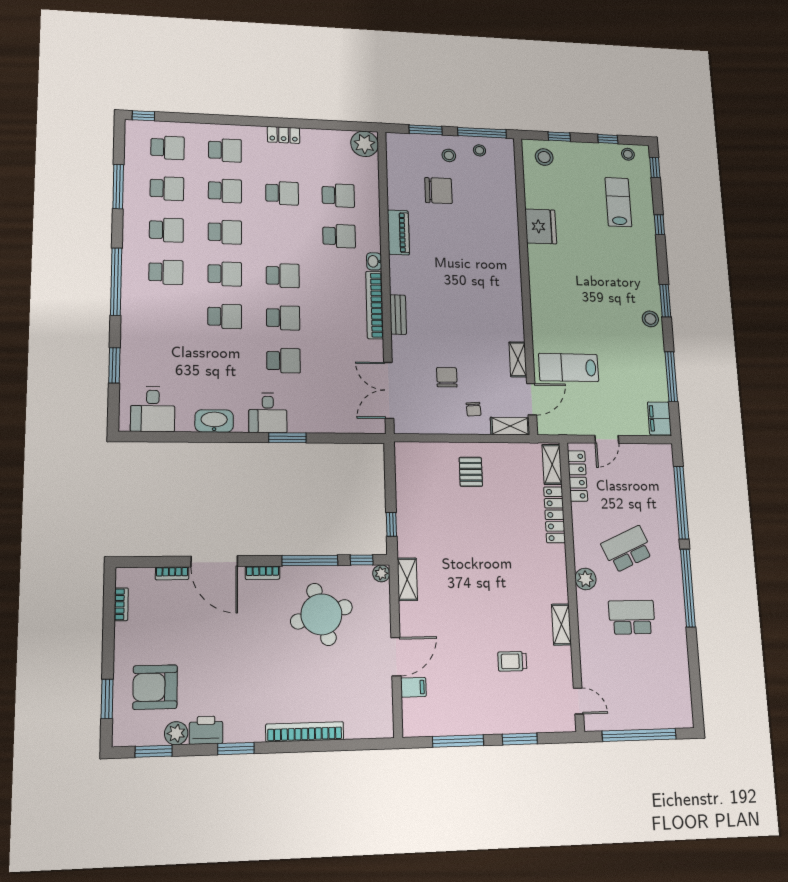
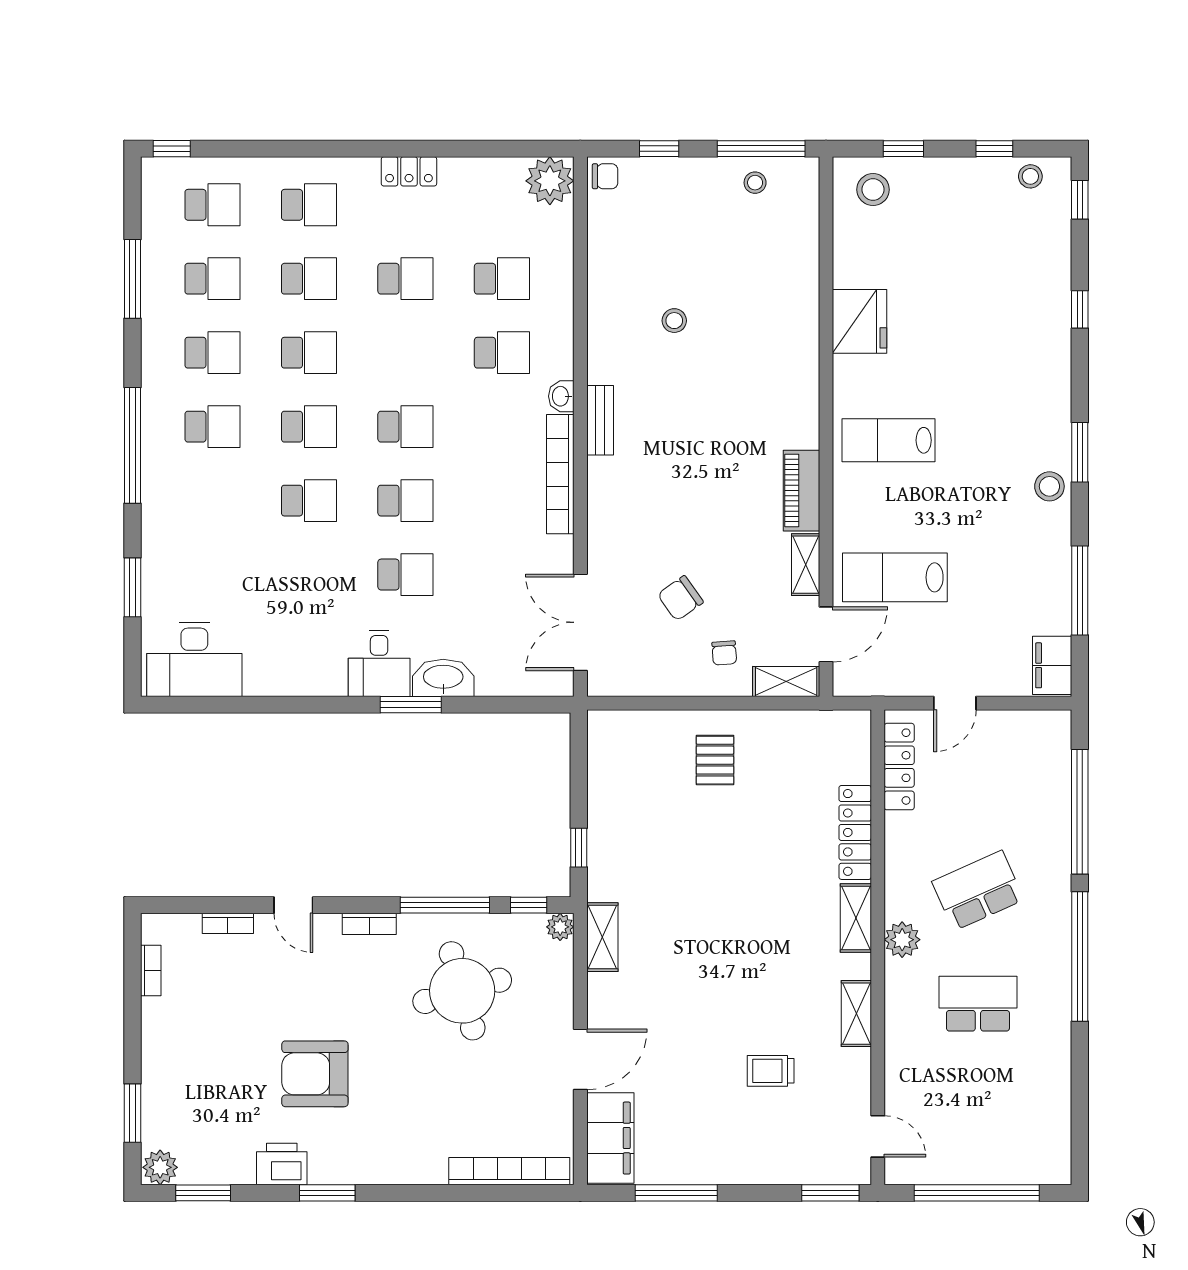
window: (426, 130) -> (659, 149), width x0.67
stool: (449, 155) -> (674, 321), moved
chair: (438, 191) -> (605, 176), moved, width x0.54, depth x0.54
lab bench: (618, 202) -> (888, 440), moved, turned -90
piano: (398, 232) -> (801, 491), moved, turned 180
bench: (398, 315) -> (600, 420), moved
chair: (447, 377) -> (680, 598), turned -125
desk: (153, 409) -> (194, 659), width x1.37
washbasin: (214, 421) -> (443, 678), moved
shelving: (552, 464) -> (856, 918), moved
door: (214, 561) -> (293, 905), width x0.53
armchair: (155, 687) -> (315, 1074), moved
filing cabinet: (413, 687) -> (610, 1138), width x3.00, depth x1.17
bookcase: (305, 732) -> (509, 1171), moved
plant: (176, 733) -> (160, 1167), moved
window: (520, 739) -> (830, 1193), moved

